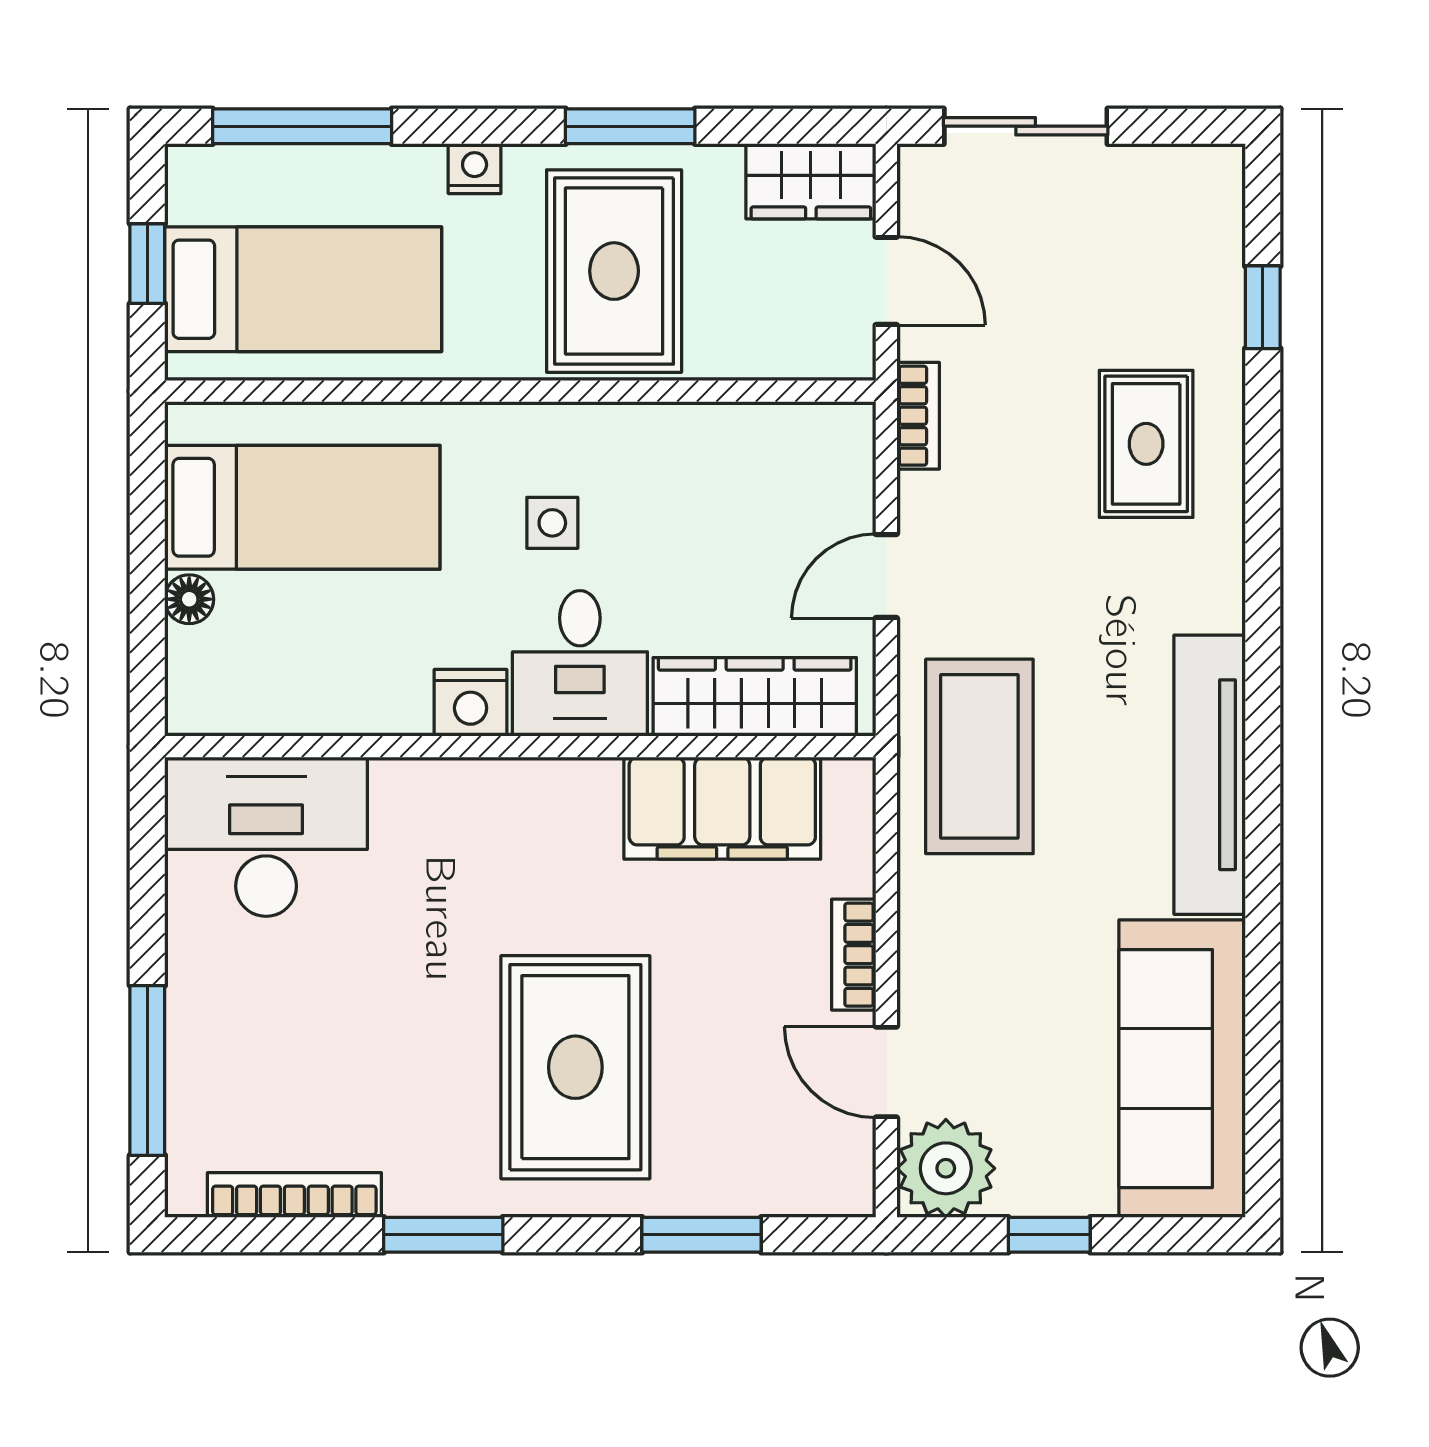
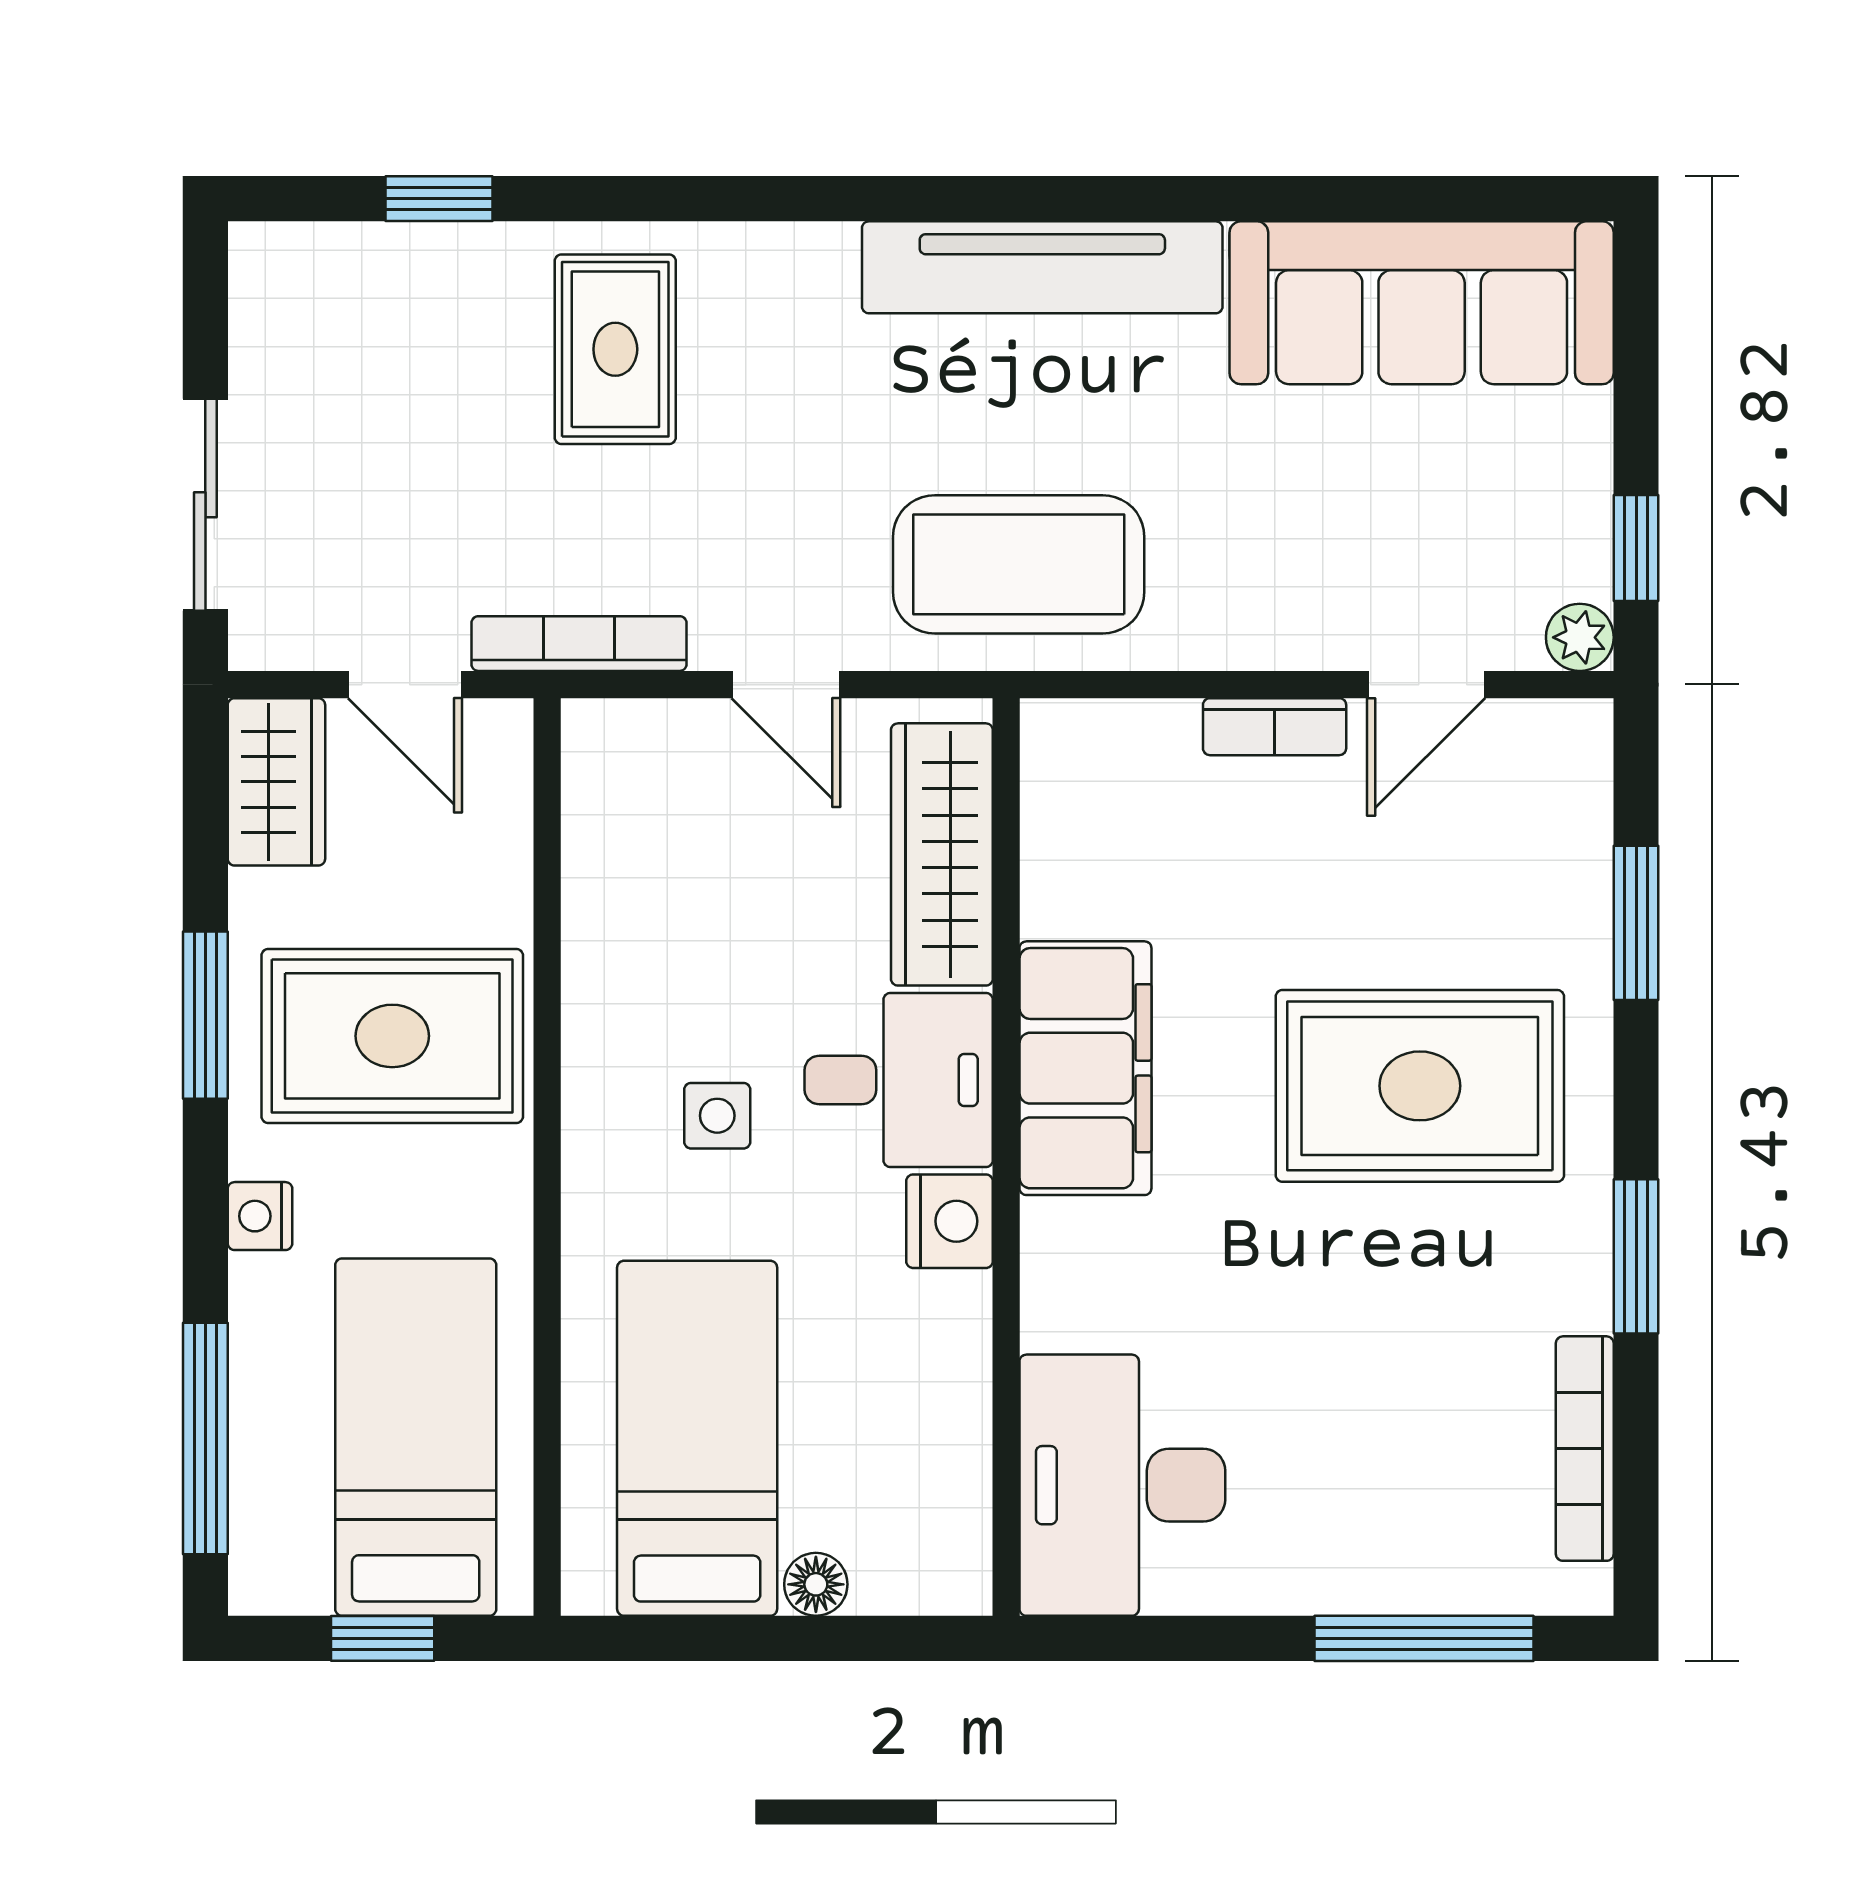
door: (886, 281) -> (405, 685), swing flipped
bookcase: (918, 416) -> (579, 644), width x1.56
rug: (1146, 444) -> (615, 349), turned 90
filing cabinet: (722, 808) -> (1085, 1068), moved
plant: (946, 1168) -> (1580, 637), width x0.53, depth x0.53
window: (1049, 1235) -> (1636, 548), moved

